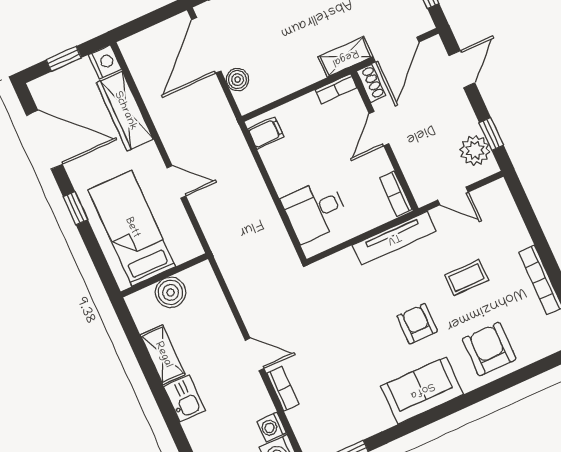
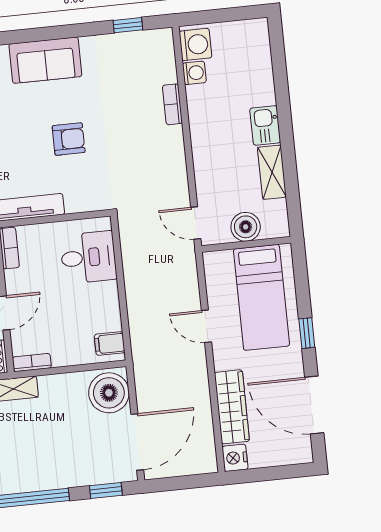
window: (64, 59) -> (272, 473), removed
boiler: (237, 80) -> (109, 393), width x1.86, depth x1.86
armchair: (417, 324) -> (69, 139), moved, turned -90
door: (255, 354) -> (196, 223), moved

